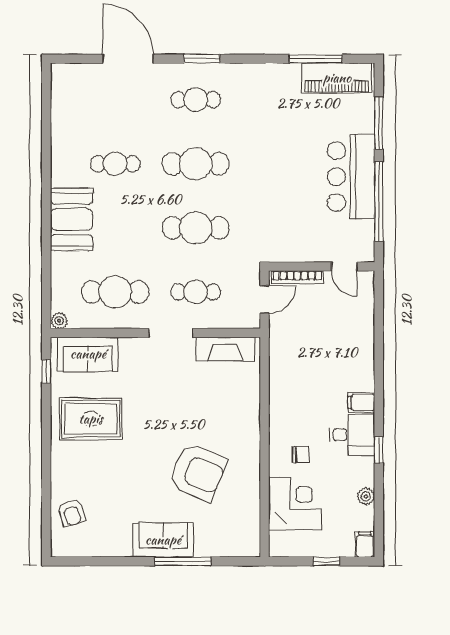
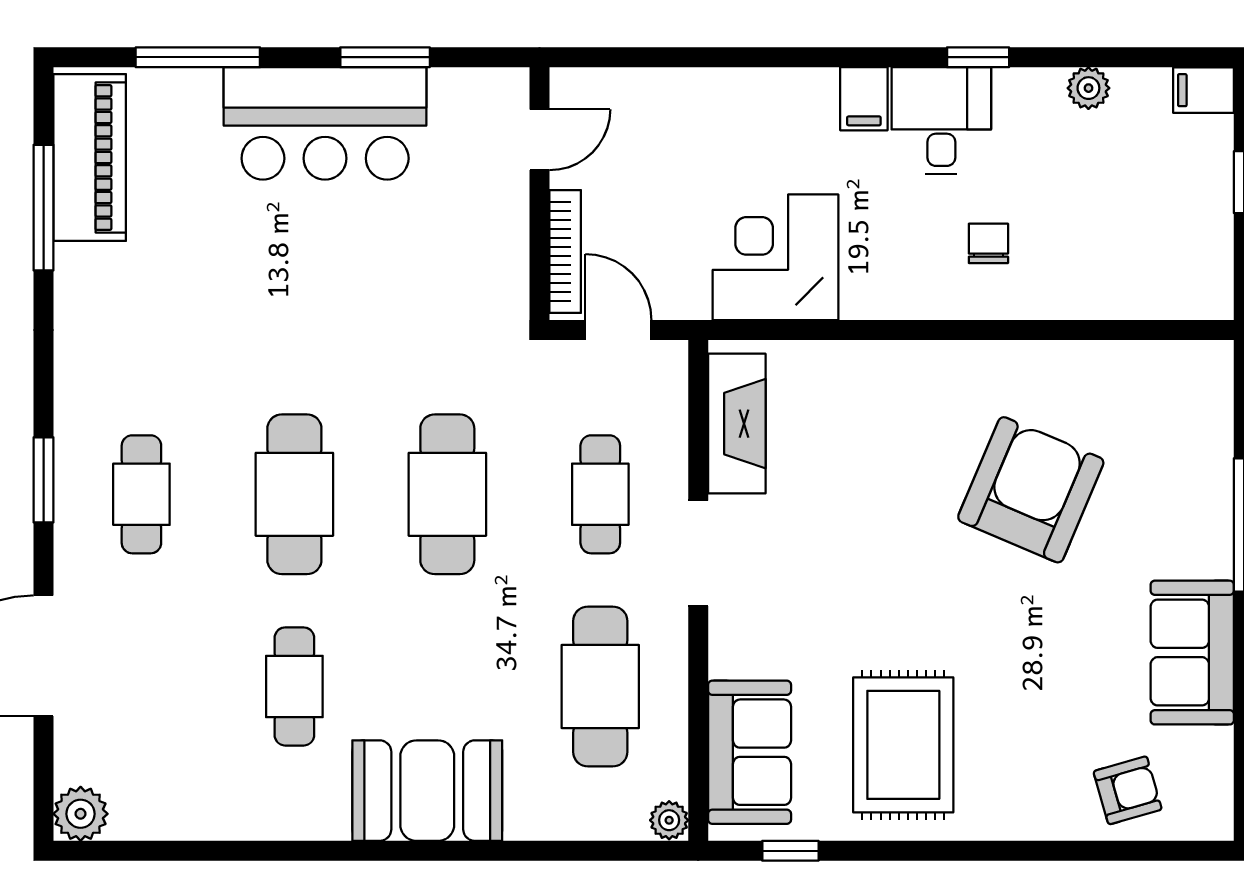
plant: (62, 74) -> (81, 814), added
window: (379, 202) -> (385, 57), width x0.47
corner desk: (295, 504) -> (775, 257), moved
sofa: (163, 540) -> (1192, 653), moved

